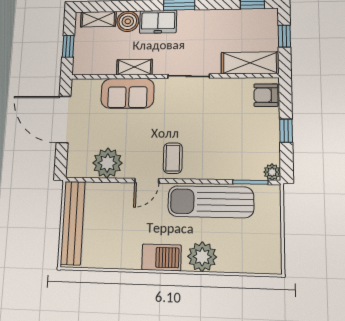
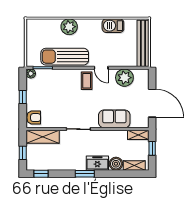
shelving: (134, 67) -> (138, 135), moved
door: (147, 181) -> (101, 68), swing flipped
sun lounger: (211, 202) -> (65, 57), turned 180
barbecue: (162, 257) -> (113, 26), moved

